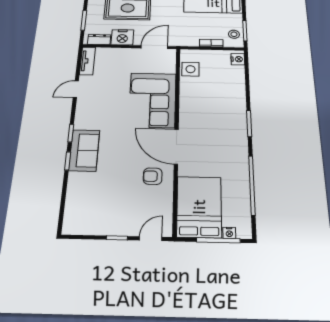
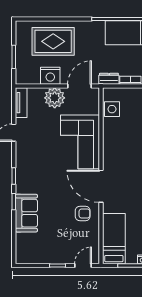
dresser: (99, 39) -> (109, 79), moved
plant: (126, 57) -> (55, 98), added
sofa: (84, 150) -> (26, 213), moved
armchair: (153, 176) -> (83, 213), turned 180
bed: (199, 207) -> (114, 239), width x0.67

